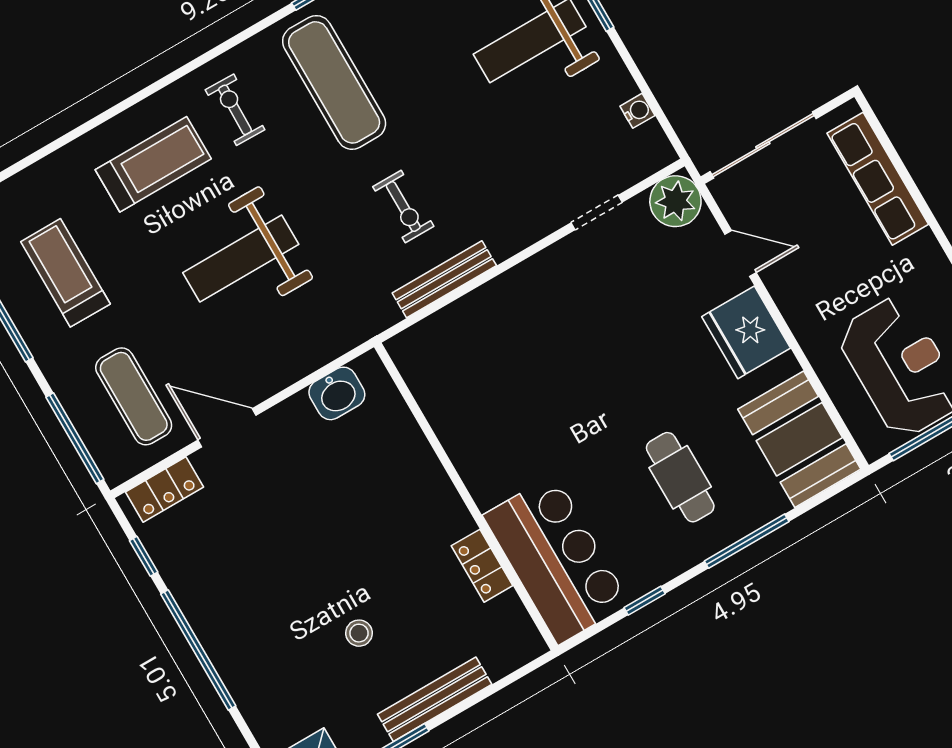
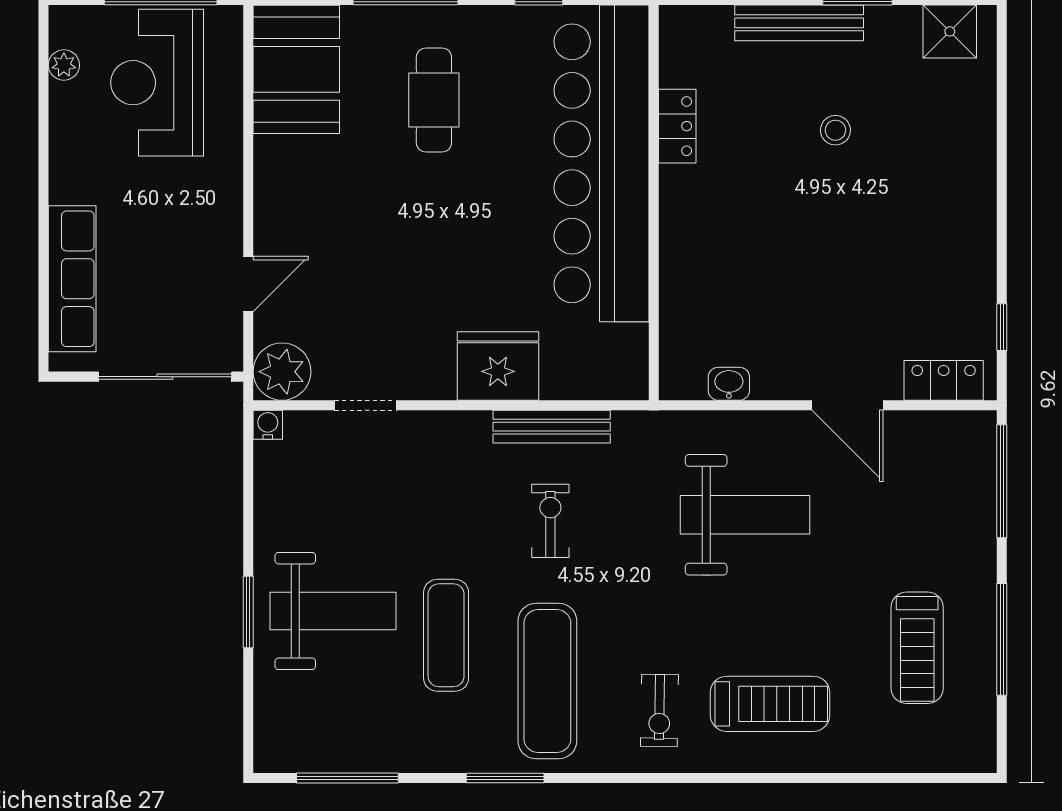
water cooler: (638, 111) -> (268, 425), moved, turned 90
treadmill: (153, 164) -> (770, 704), turned 180
door: (740, 253) -> (248, 284), swing flipped
weight bench: (241, 259) -> (745, 515), moved
fridge: (746, 332) -> (498, 366), moved, turned -90
washbasin: (337, 393) -> (729, 384), width x0.72, depth x0.69
exercise mat: (134, 396) -> (446, 635), moved
bar counter: (556, 559) -> (601, 163), width x1.86
window: (198, 650) -> (1002, 205), removed

